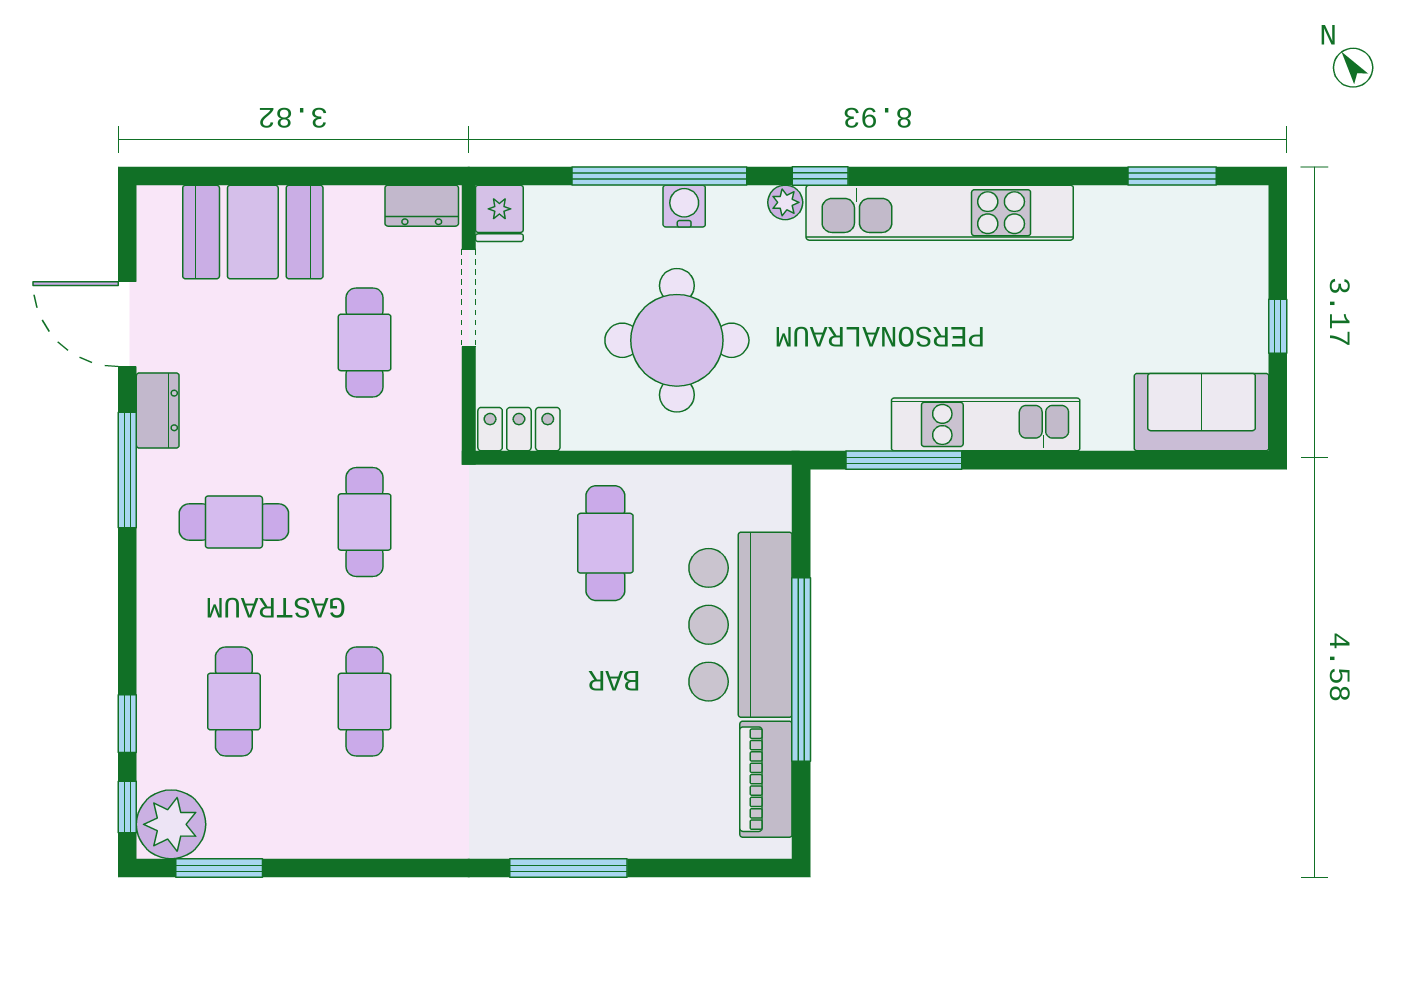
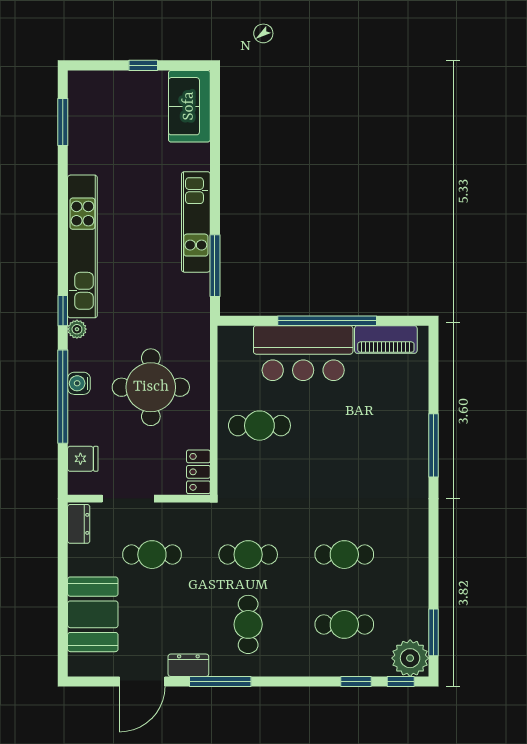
fridge: (499, 213) -> (83, 459), moved

